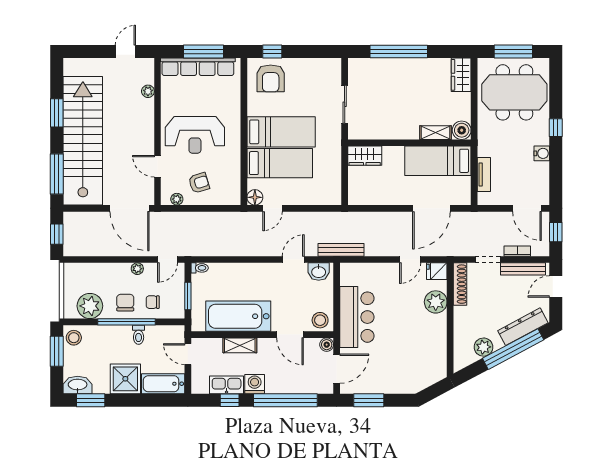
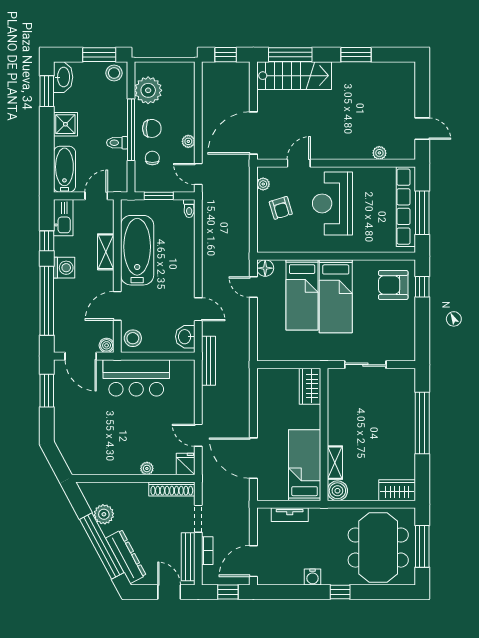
stairs: (83, 141) -> (294, 76), width x0.54, depth x0.66
plant: (436, 302) -> (147, 468), width x0.53, depth x0.53
shower: (125, 379) -> (65, 124), width x0.73, depth x0.73
kitchen sink: (227, 385) -> (63, 218), moved

